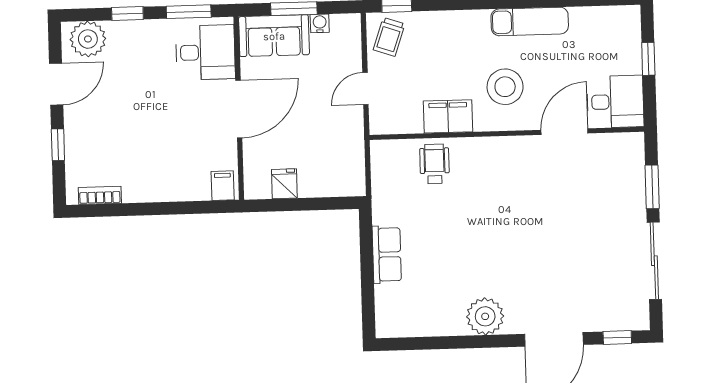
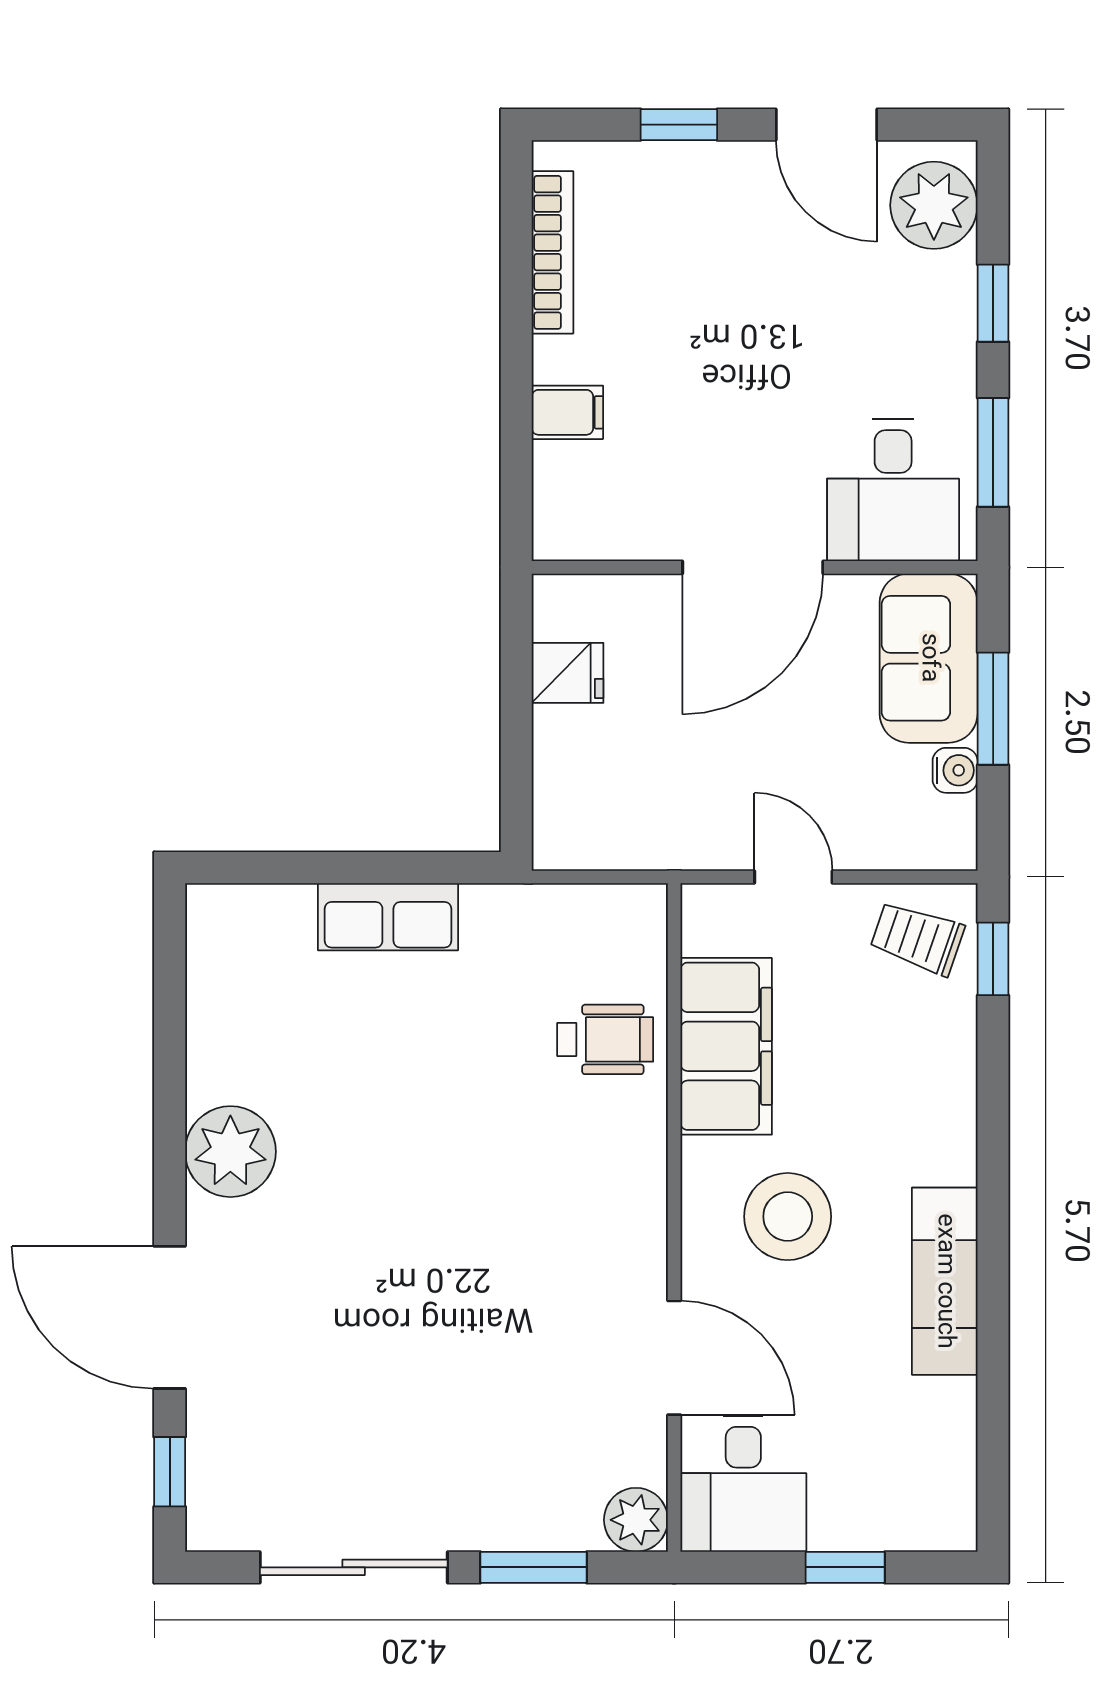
door: (239, 109) -> (753, 567), hinge flipped
filing cabinet: (448, 116) -> (726, 1046), width x1.50, depth x1.17
plant: (631, 145) -> (636, 1520), added
filing cabinet: (223, 186) -> (567, 412), moved
bookcase: (100, 195) -> (553, 252), width x1.56

